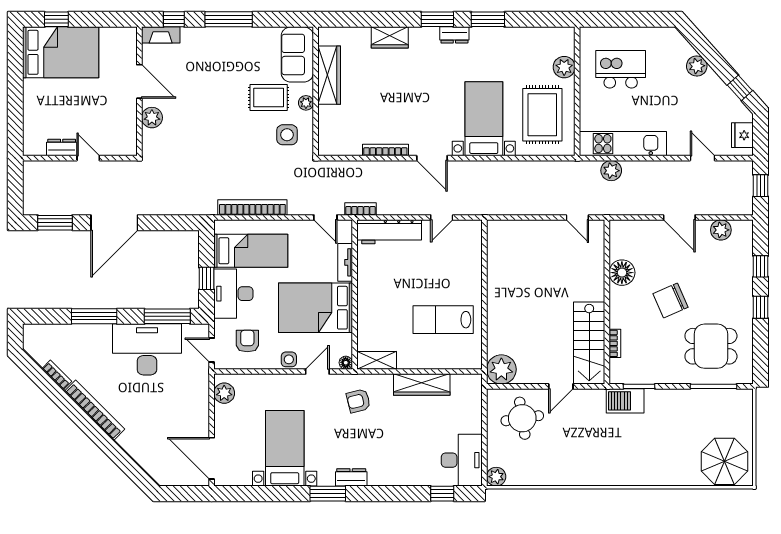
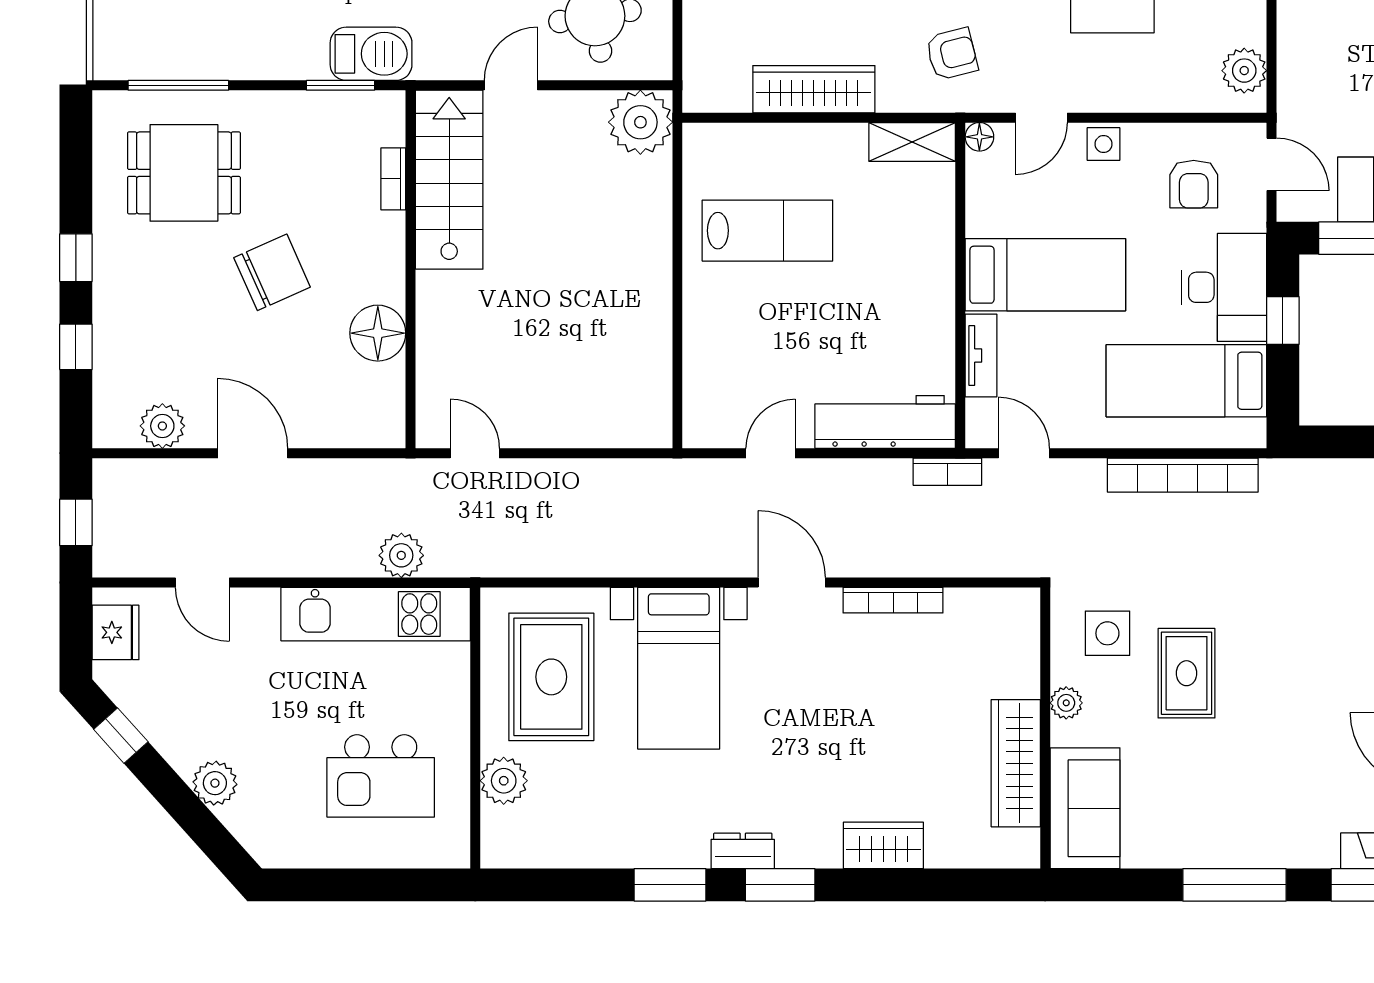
rug: (269, 97) -> (1187, 673), moved, turned 90
bed: (315, 308) -> (1045, 275), width x0.67

